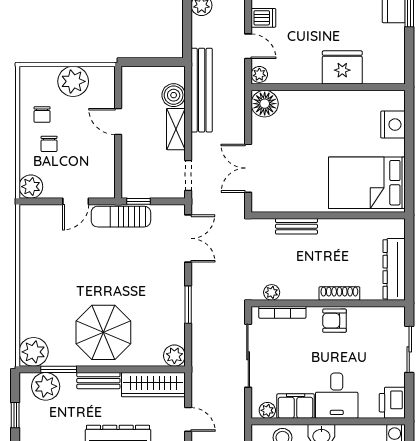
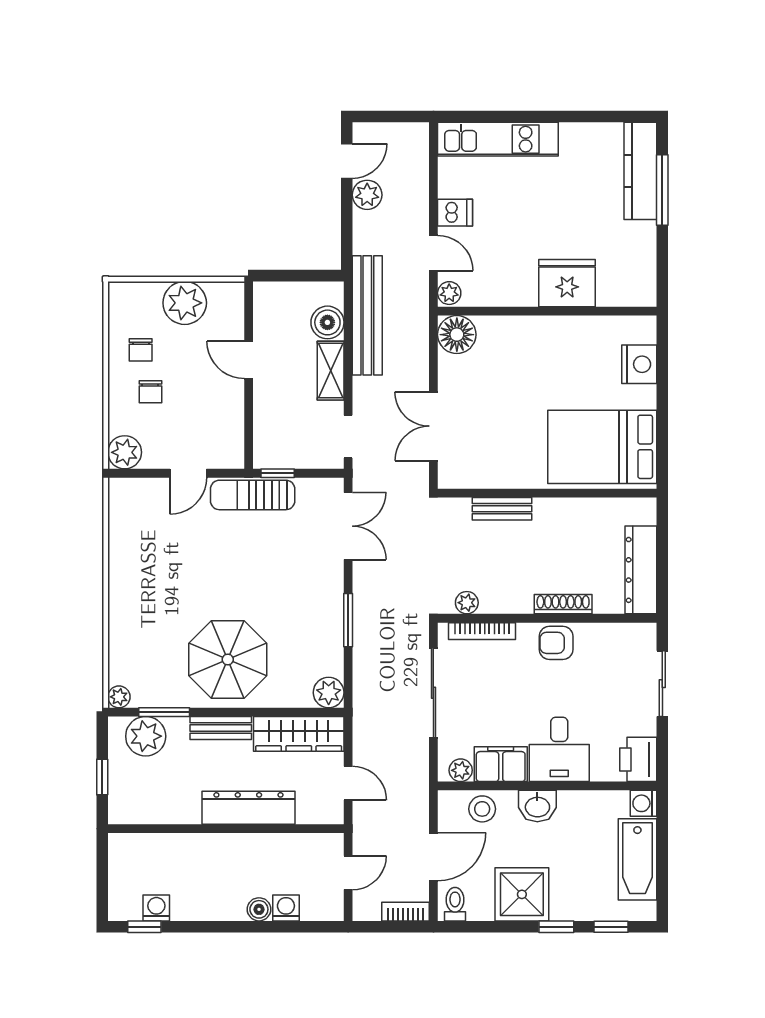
plant: (34, 352) -> (119, 697), width x0.53, depth x0.53

